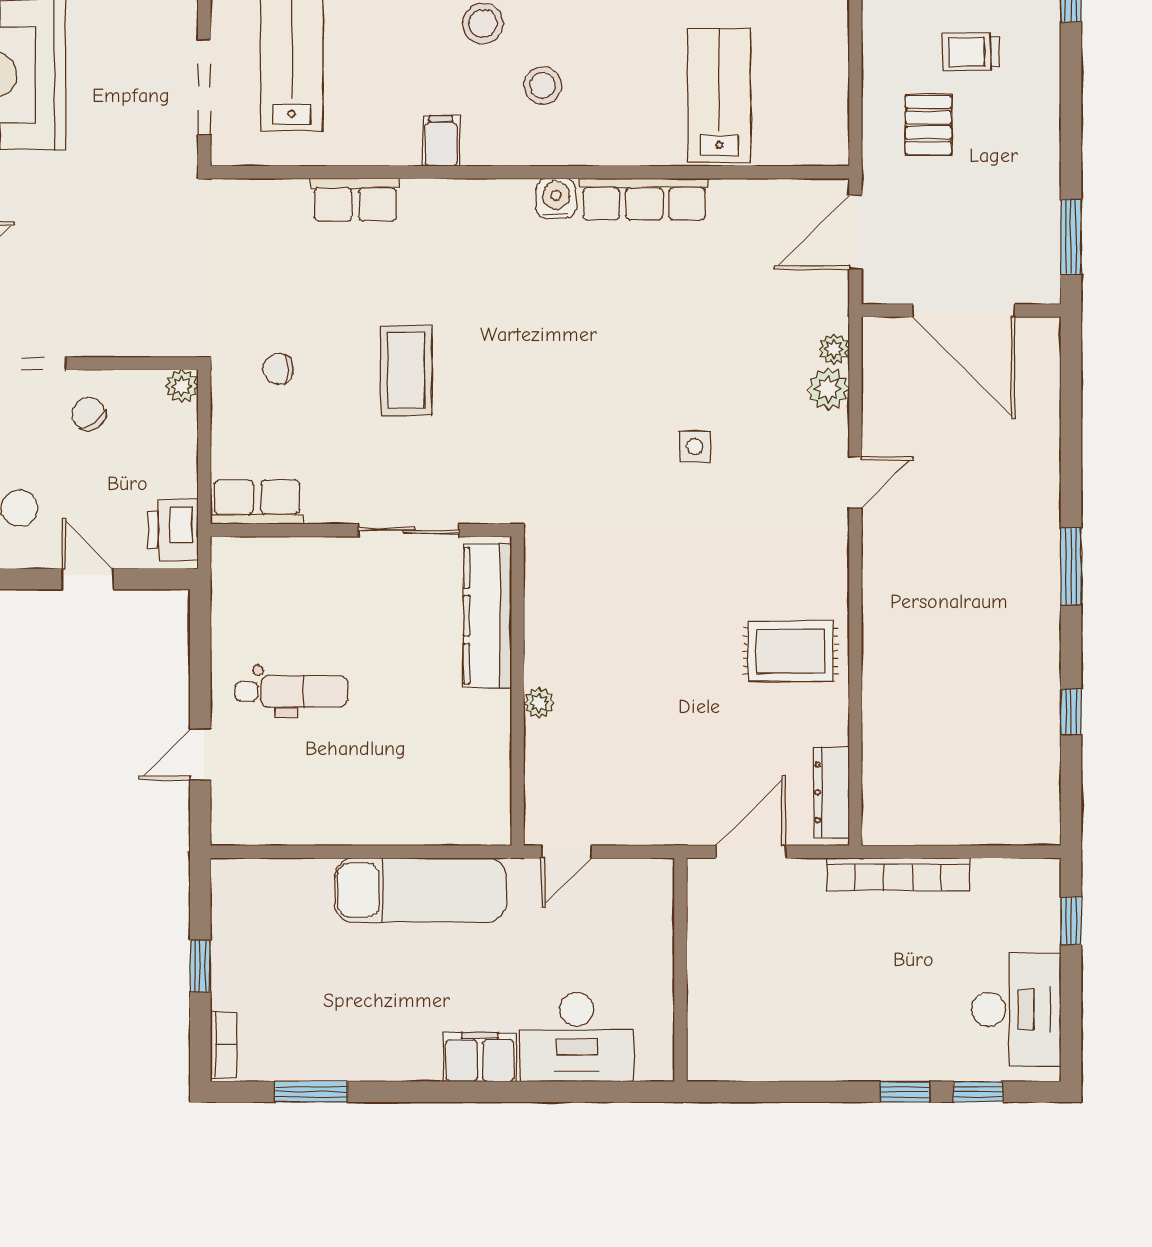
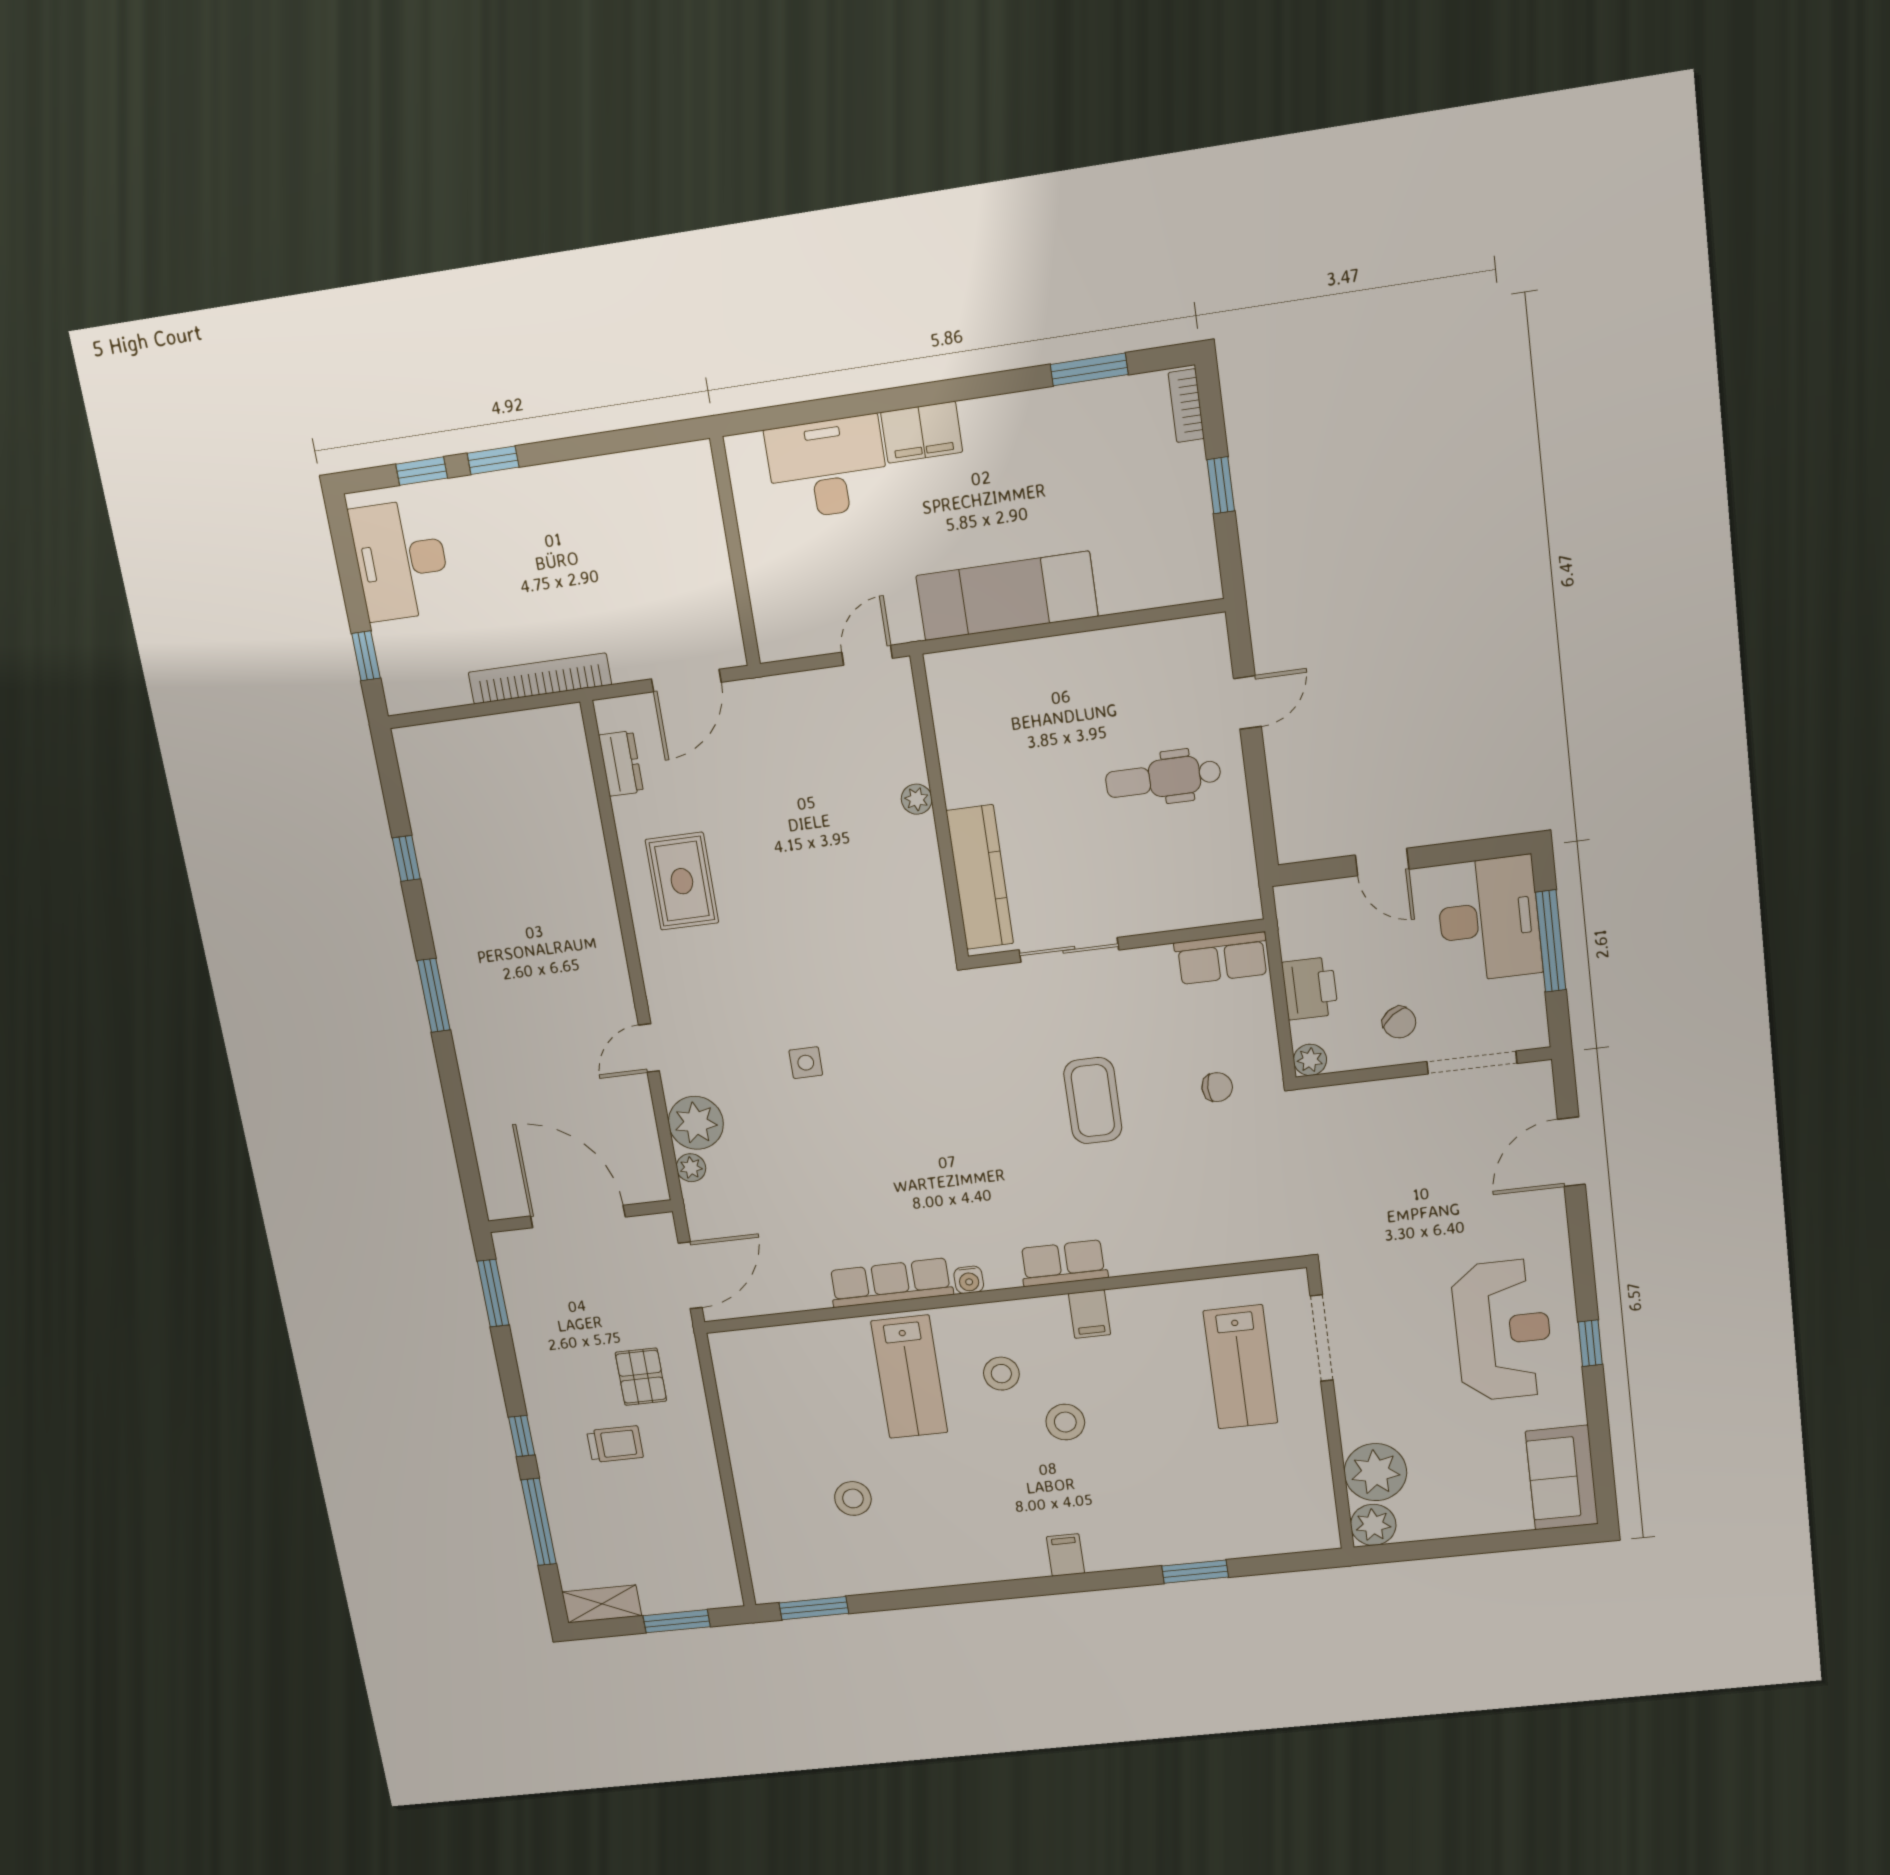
window: (1071, 72) -> (522, 1436), added
lab bench: (719, 95) -> (909, 1377), moved
water cooler: (556, 198) -> (969, 1280), width x0.72, depth x0.72
row of seats: (355, 200) -> (1063, 1263), moved
plant: (828, 389) -> (696, 1123), width x1.36, depth x1.36
printer: (173, 530) -> (1310, 988), moved
rug: (791, 651) -> (682, 881), turned 90
dresser: (832, 792) -> (621, 763), width x0.70

